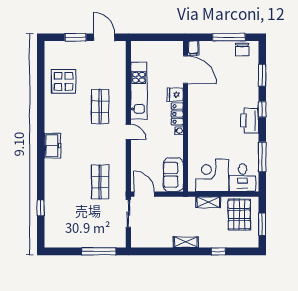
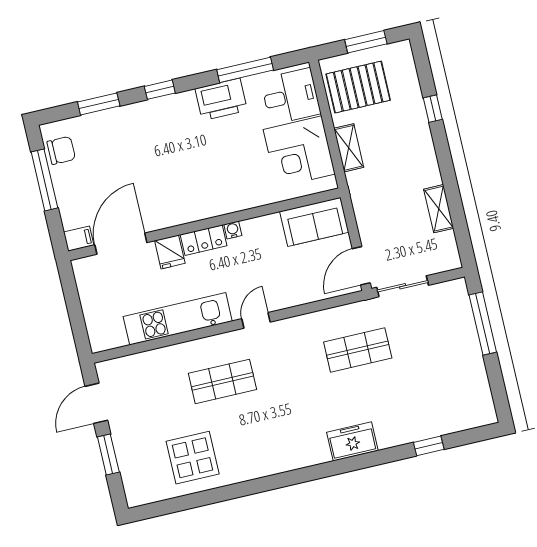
printer: (250, 121) -> (221, 99), moved
freezer: (52, 146) -> (352, 441), moved
shelving: (186, 242) -> (439, 209), moved

